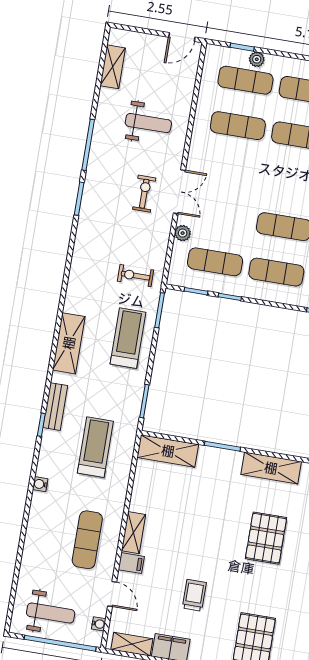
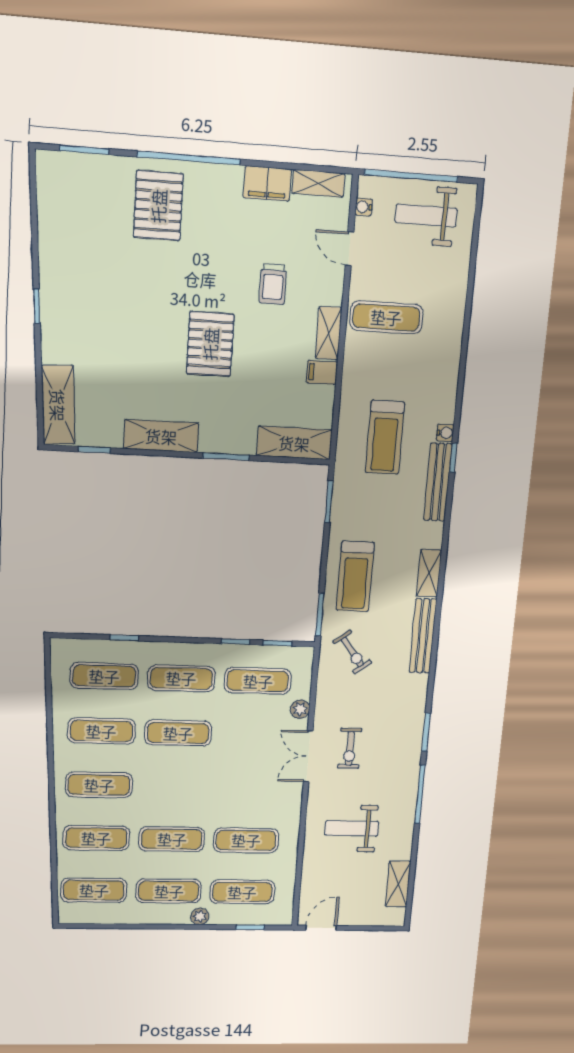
plant: (257, 59) -> (200, 916), moved
exercise bike: (136, 276) -> (352, 652), turned 53
bench: (76, 282) -> (423, 636), added
shelving: (69, 343) -> (429, 573), width x0.67, depth x0.75
bench: (55, 407) -> (438, 482), width x1.36
water cooler: (40, 484) -> (445, 433), moved
pallet: (266, 538) -> (210, 344), moved
exercise mat: (87, 540) -> (386, 317), turned 90
filing cabinet: (131, 563) -> (322, 372), moved
trolley: (194, 595) -> (273, 284), moved

